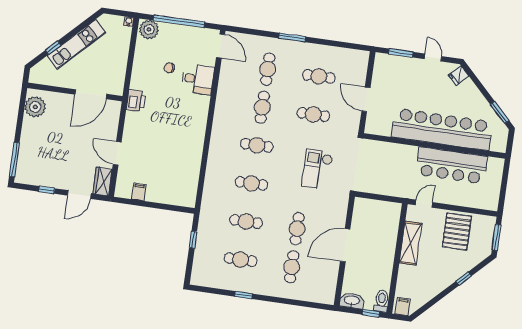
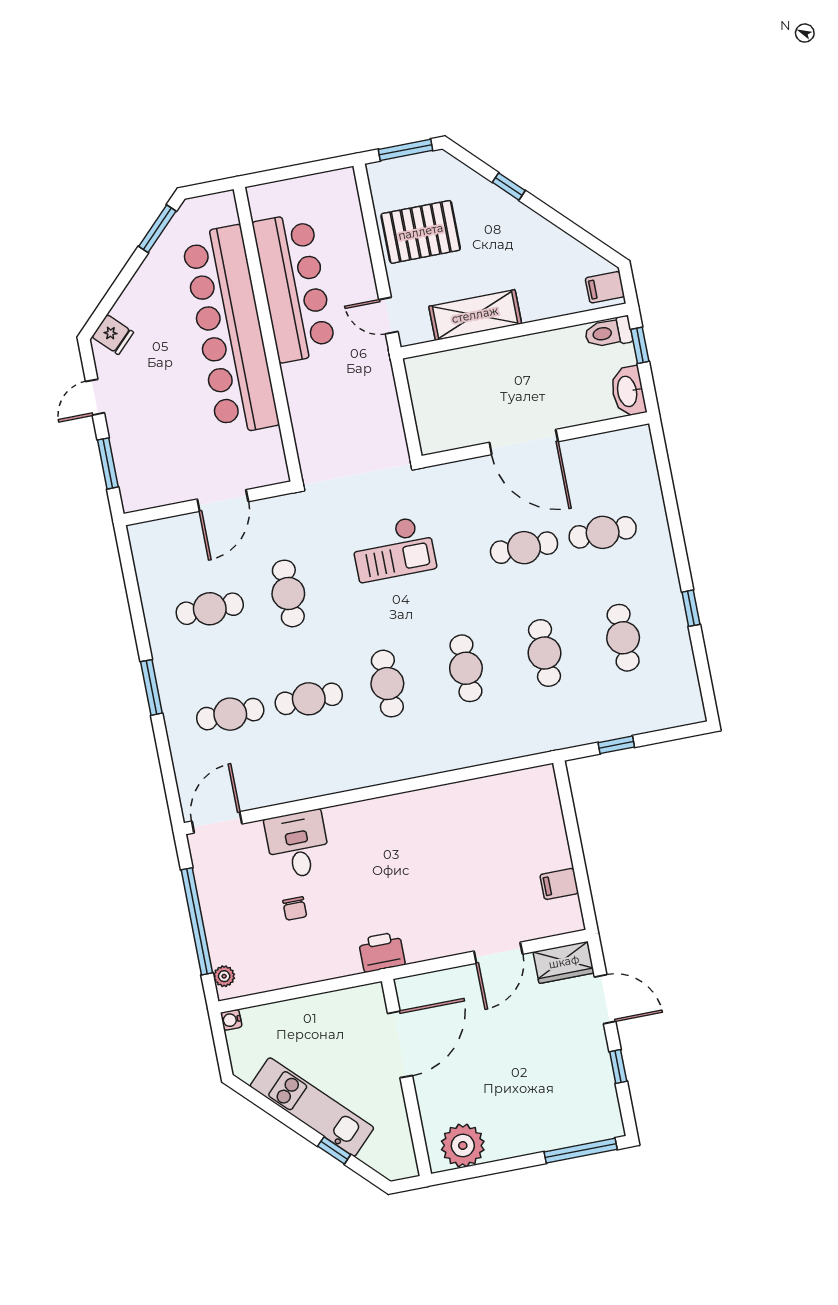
plant: (149, 30) -> (224, 976), width x0.53, depth x0.53
cafe table: (319, 76) -> (210, 609), turned 90
door: (91, 94) -> (400, 1044), hinge flipped

